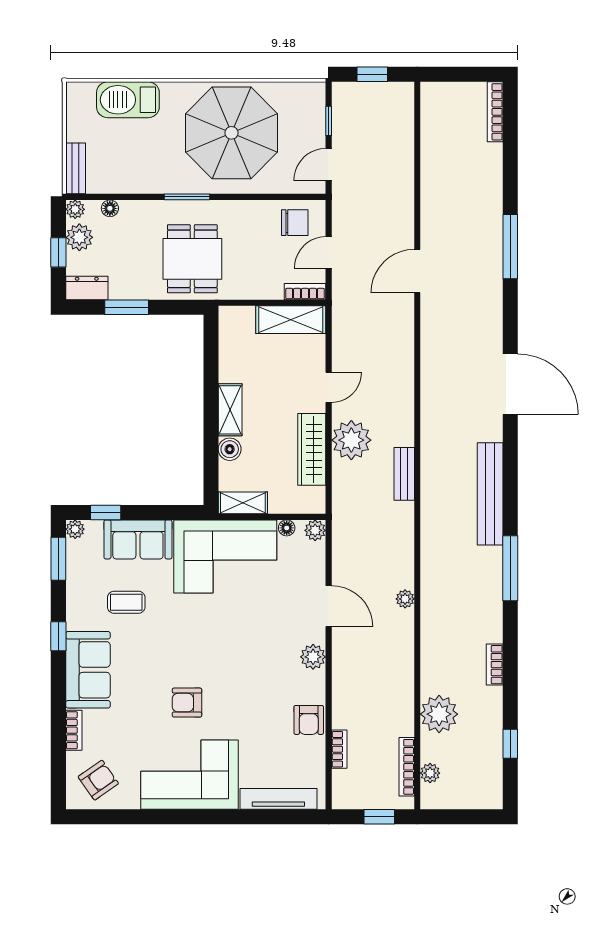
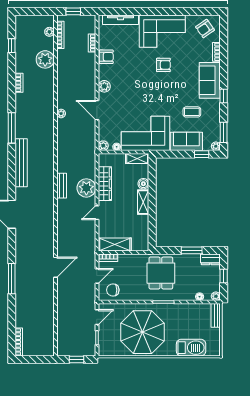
plant: (79, 237) -> (214, 283), removed
bench: (404, 474) -> (62, 186), moved
armchair: (309, 720) -> (106, 57), turned 90

